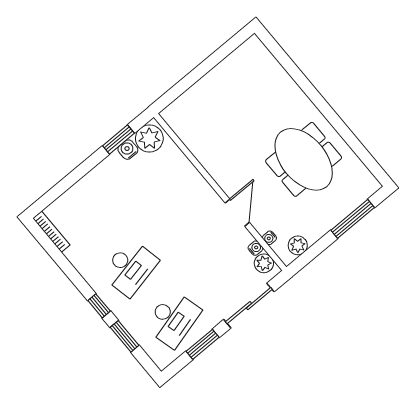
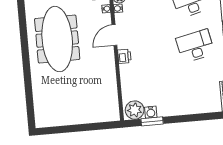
meeting table: (304, 159) -> (57, 39), width x1.36
printer: (207, 195) -> (124, 56), added

